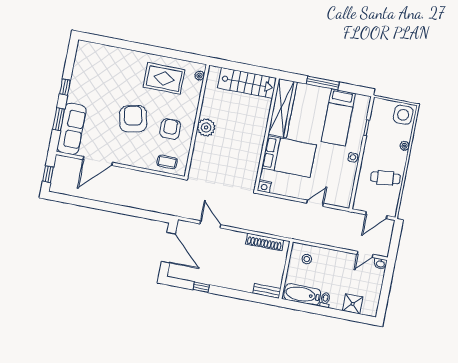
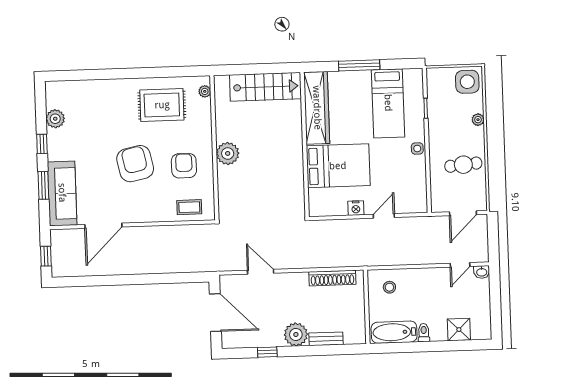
plant: (80, 70) -> (55, 119), added
nightstand: (264, 186) -> (356, 208), moved
plant: (226, 279) -> (296, 334), added
bench: (267, 291) -> (326, 339), moved

